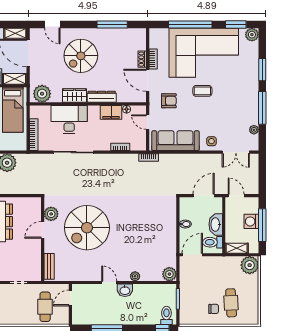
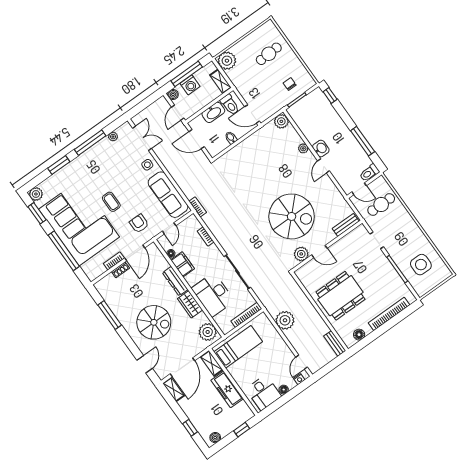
boiler: (253, 202) -> (173, 94), added
chair: (214, 309) -> (290, 84), moved
toilet: (166, 315) -> (369, 173), moved

